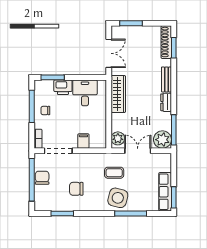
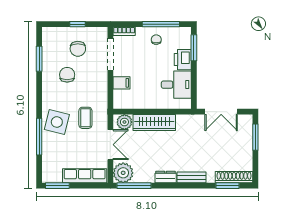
wardrobe: (118, 94) -> (154, 123), moved
chair: (42, 178) -> (78, 49), moved, turned 90
window: (32, 180) -> (77, 24), width x0.32
row of seats: (165, 192) -> (85, 176), moved

